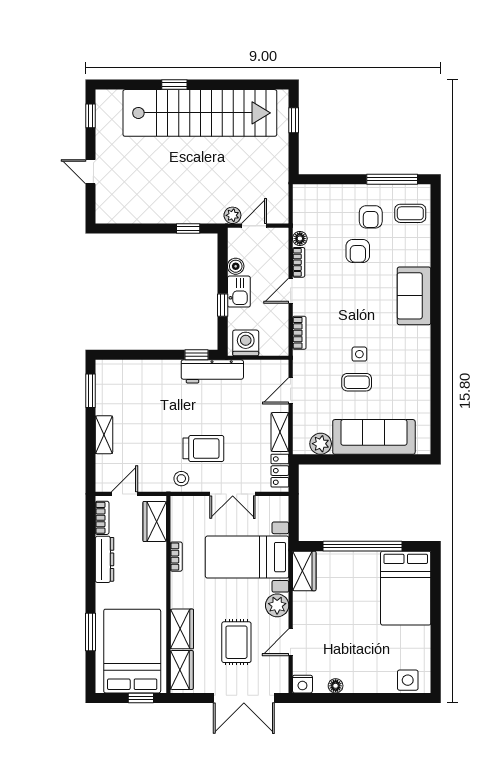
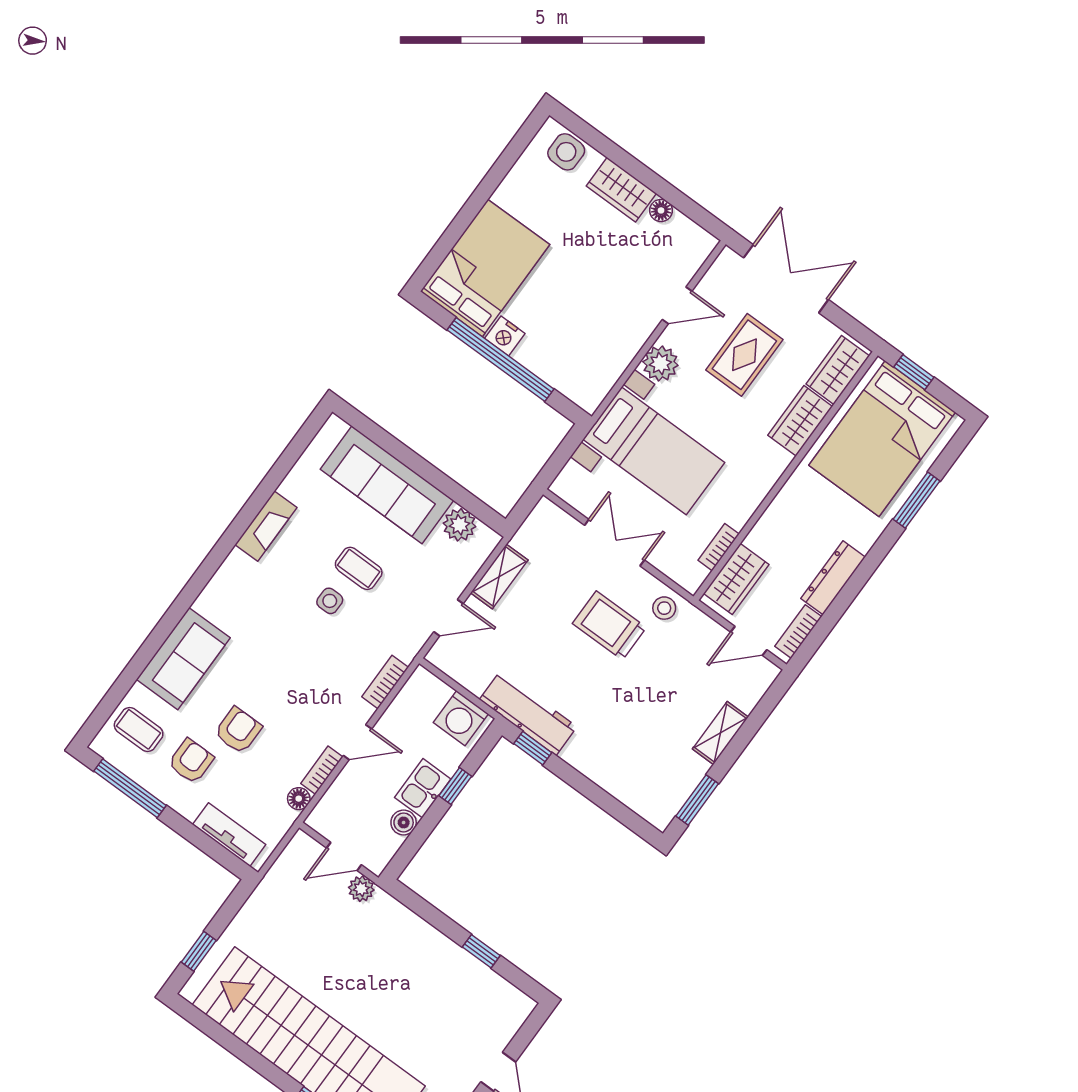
tv unit: (323, 193) -> (229, 835), added
window: (188, 229) -> (481, 951), moved
sofa: (414, 296) -> (183, 659), moved
fireplace: (422, 369) -> (266, 526), added
locker: (280, 471) -> (535, 528), removed
bookcase: (176, 557) -> (719, 547), moved
wardrobe: (304, 571) -> (621, 190), moved, turned -90
nightstand: (302, 684) -> (505, 336), moved, turned 180

